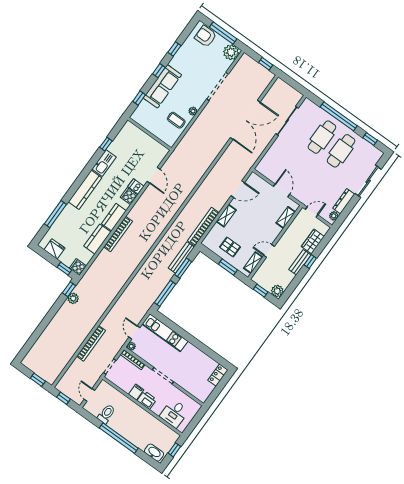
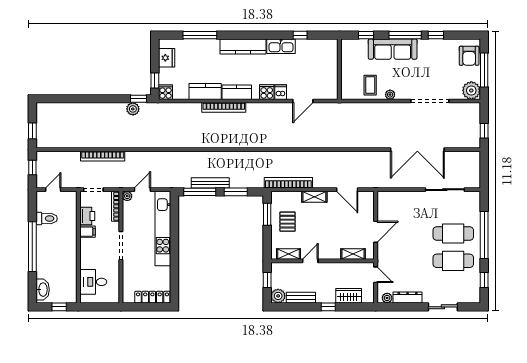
armchair: (206, 36) -> (469, 56), turned 180
window: (159, 71) -> (405, 35), width x2.17
sliding door: (368, 181) -> (443, 307), width x0.73
door: (269, 251) -> (310, 261), hinge flipped
bench: (181, 258) -> (210, 183), moved
bench: (300, 262) -> (301, 298), moved
window: (228, 267) -> (267, 214), moved
kitchen unit: (165, 333) -> (163, 229), width x1.36
locker: (218, 375) -> (152, 297), width x1.53
printer: (147, 400) -> (87, 216), moved

